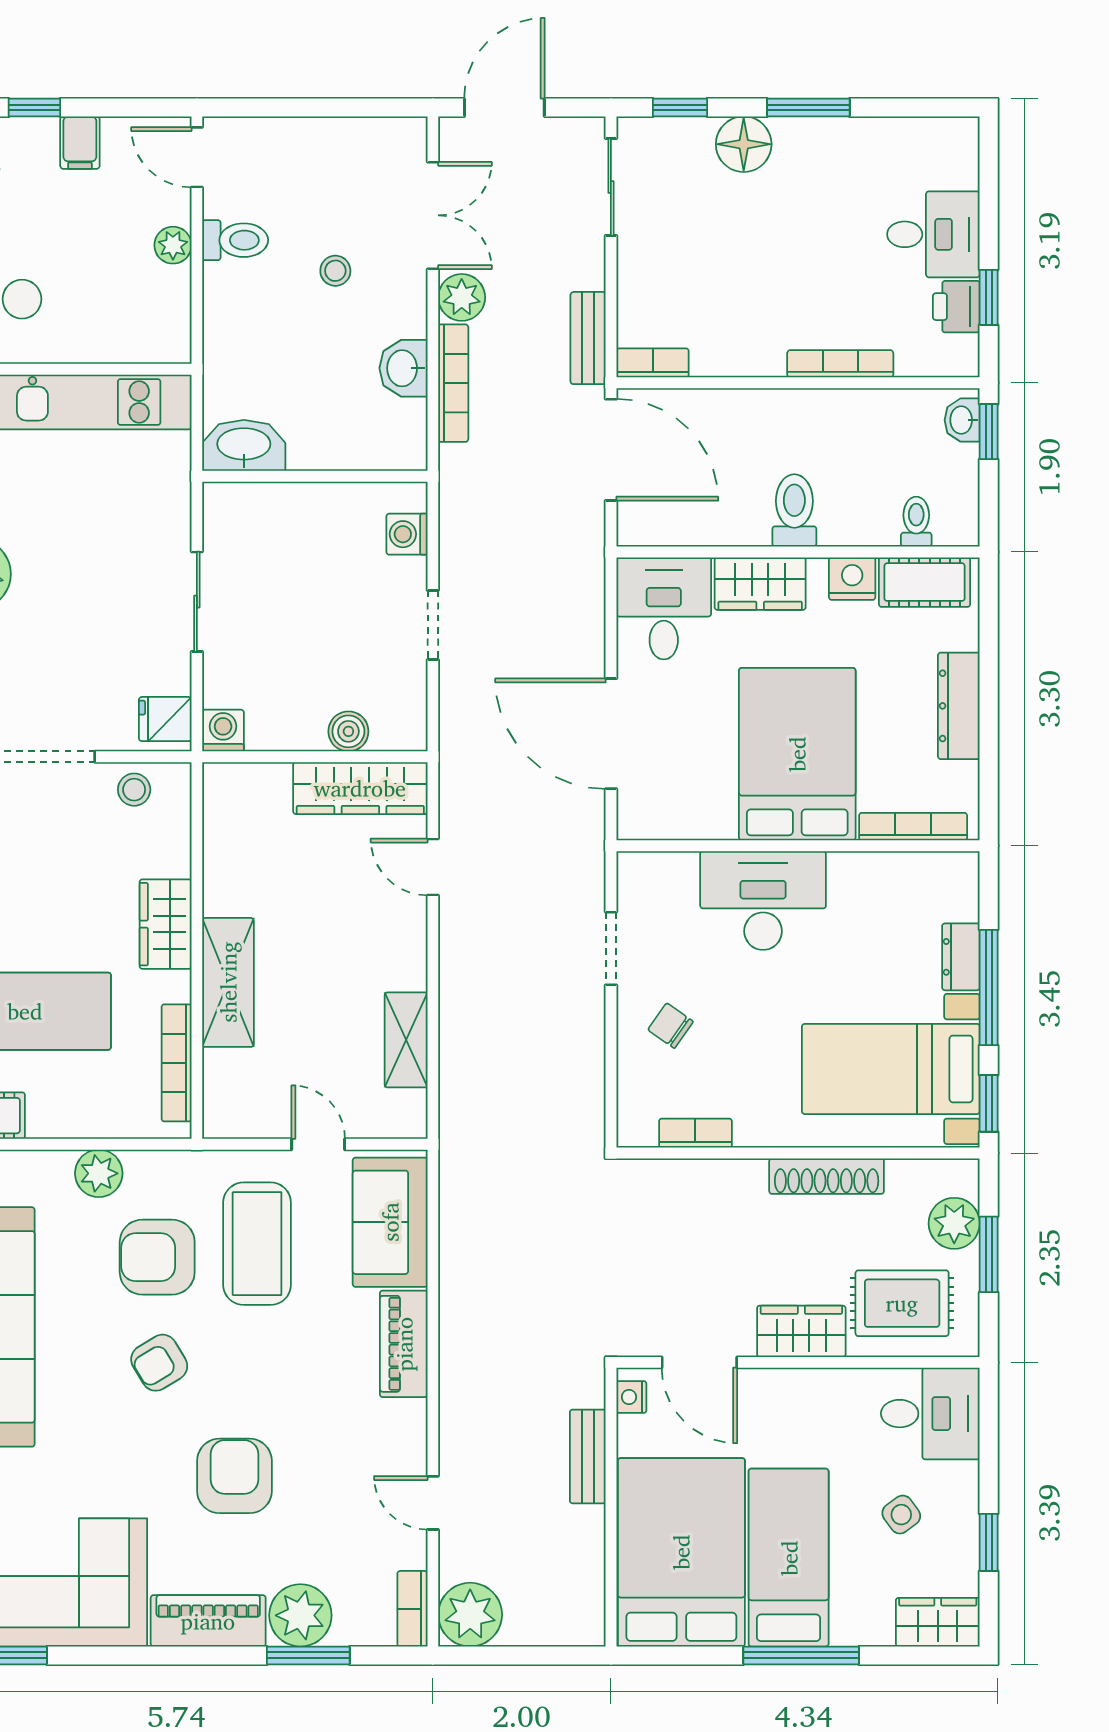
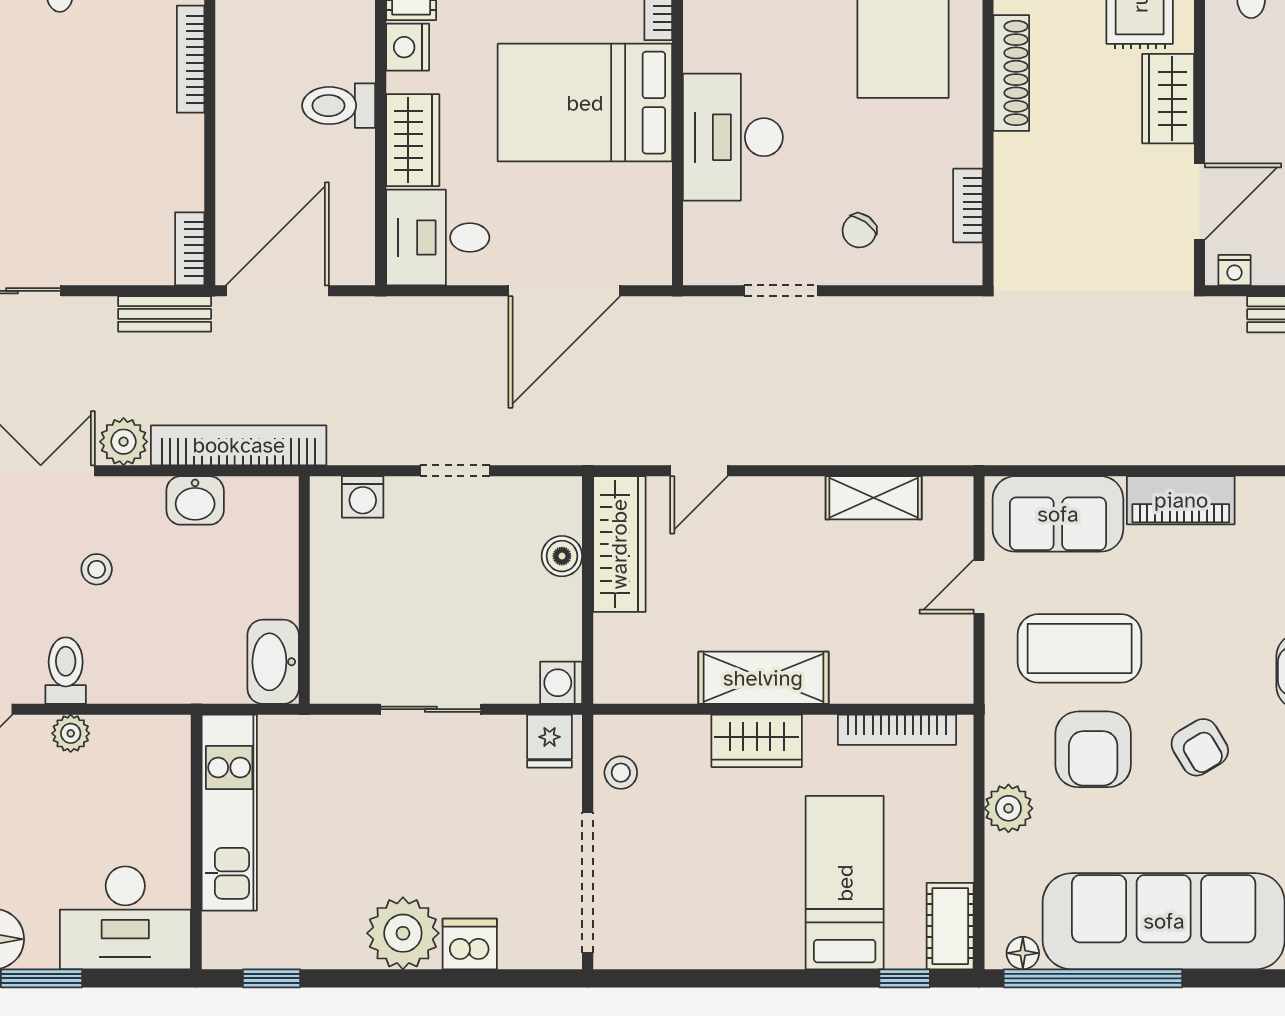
bookcase: (453, 383) -> (239, 445), width x1.48, depth x1.31
shelving: (228, 982) -> (763, 678), moved

